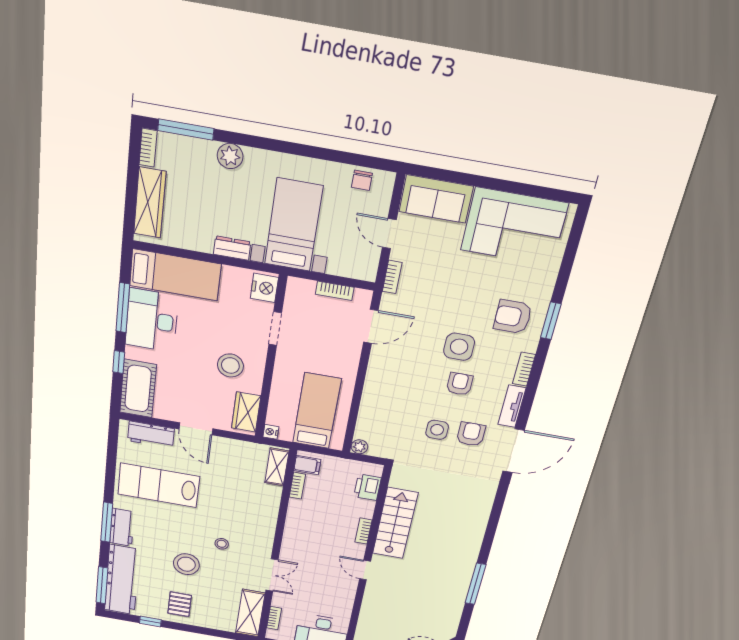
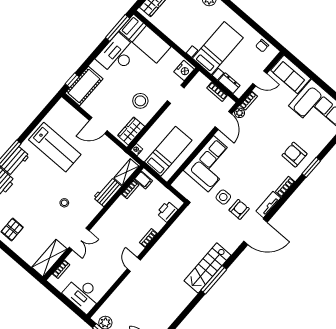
door: (389, 234) -> (260, 78), swing flipped
dresser: (232, 248) -> (229, 83), moved
window: (123, 308) -> (118, 28), moved
door: (371, 326) -> (223, 120), hinge flipped
side table: (459, 347) -> (260, 156), removed
window: (119, 362) -> (72, 80), moved
armchair: (460, 384) -> (249, 177), removed
corner sofa: (390, 396) -> (211, 164), added
door: (196, 429) -> (98, 126), hinge flipped
workbench: (151, 435) -> (107, 192), moved, turned 90
plant: (359, 447) -> (240, 113), moved
lab bench: (159, 485) -> (55, 147), turned 180
stairs: (395, 523) -> (207, 268), moved, turned 180
stool: (186, 564) -> (35, 205), removed
window: (476, 584) -> (214, 280), moved

